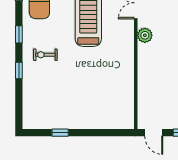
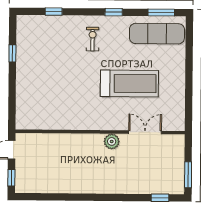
window: (19, 70) -> (54, 12), moved

